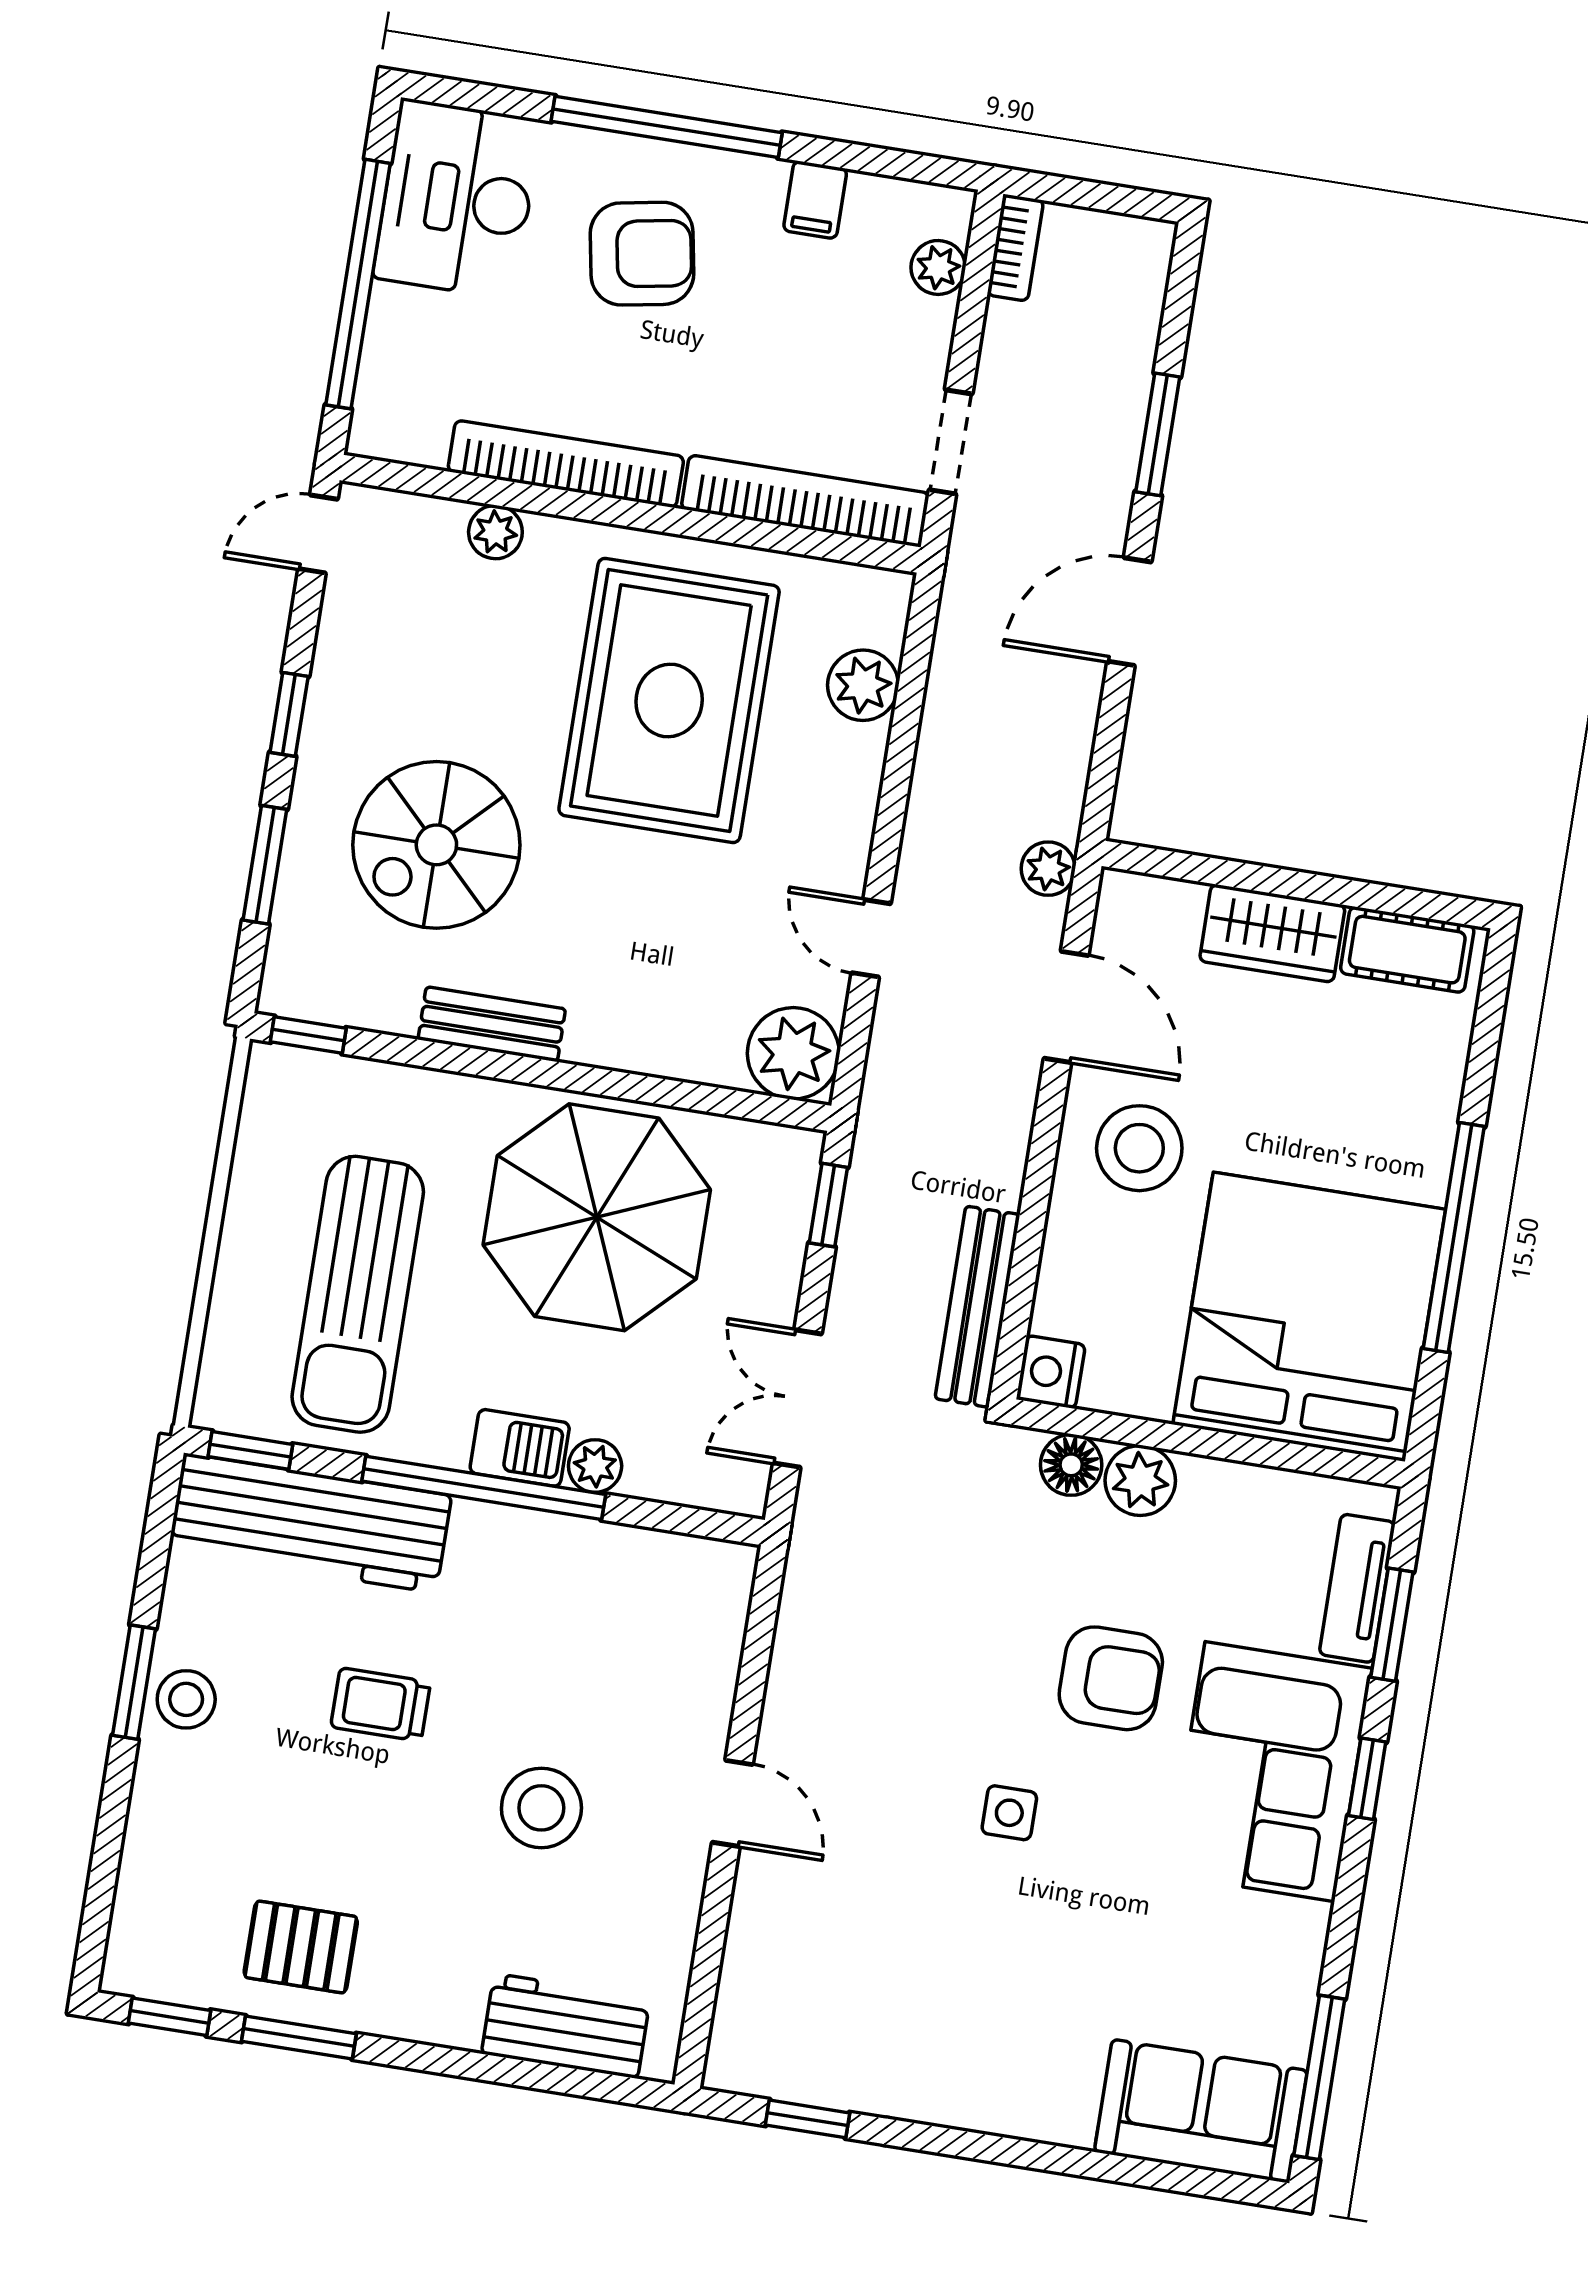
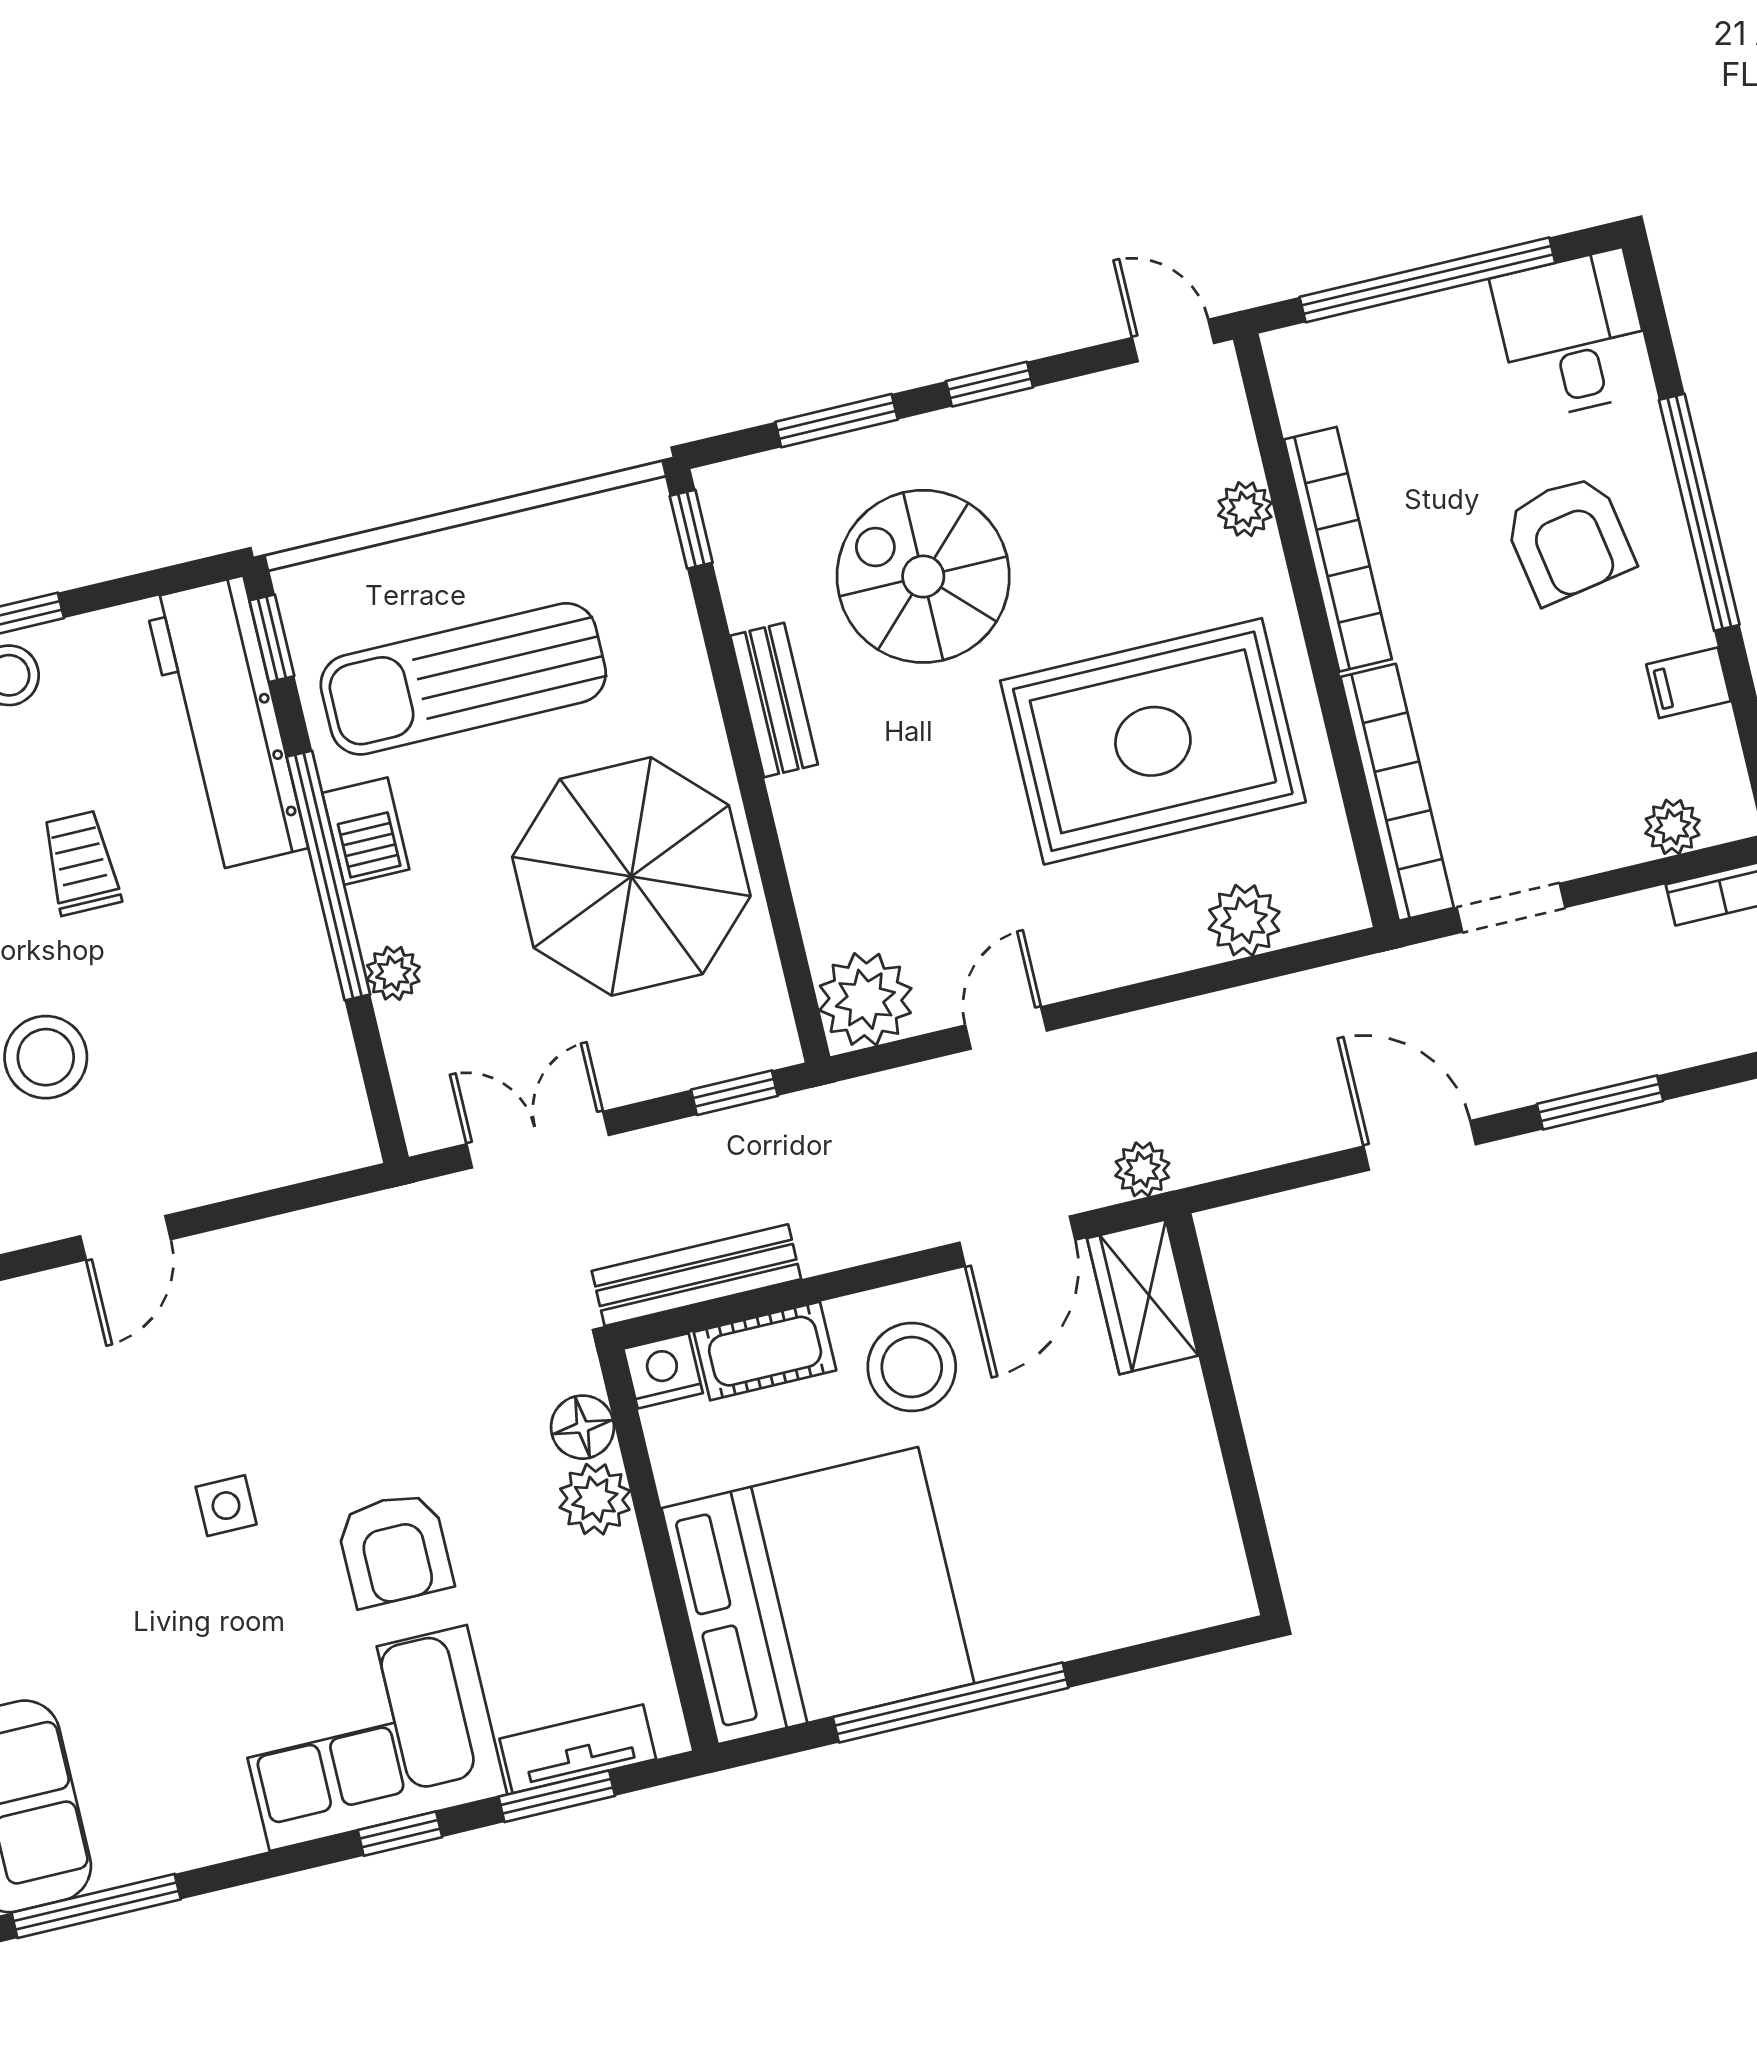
desk: (457, 199) -> (1573, 335), width x0.73
wardrobe: (1272, 933) -> (1143, 1297), moved
cot: (1407, 950) -> (765, 1351), moved, turned 90
barbecue: (520, 1448) -> (366, 831), moved

